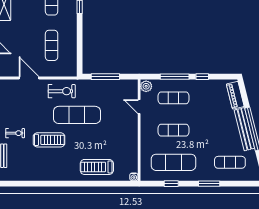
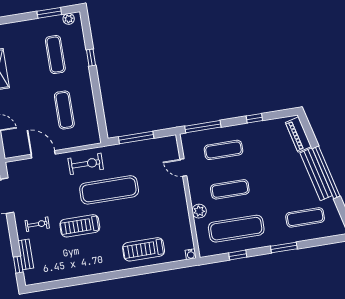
window: (175, 77) -> (203, 127), moved
plant: (146, 86) -> (199, 211), moved
treadmill: (49, 140) -> (80, 226), turned 180

